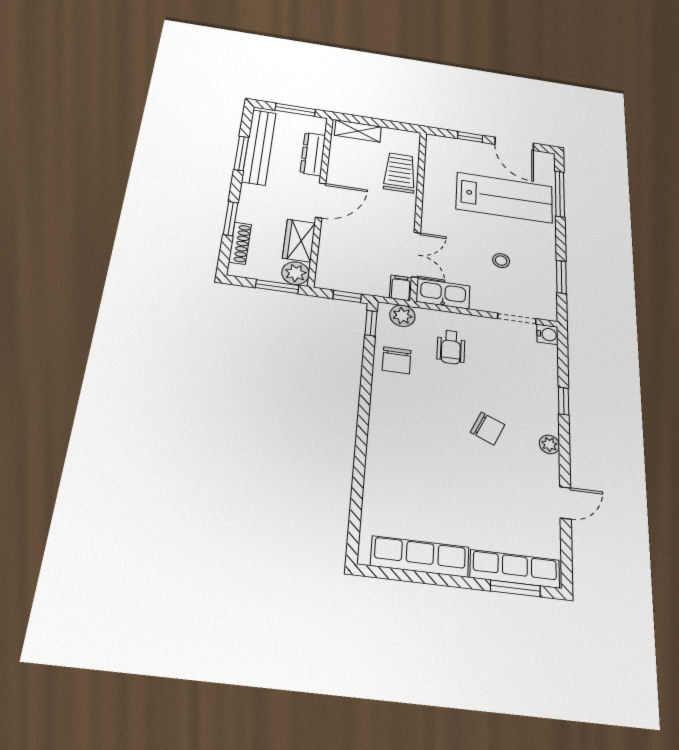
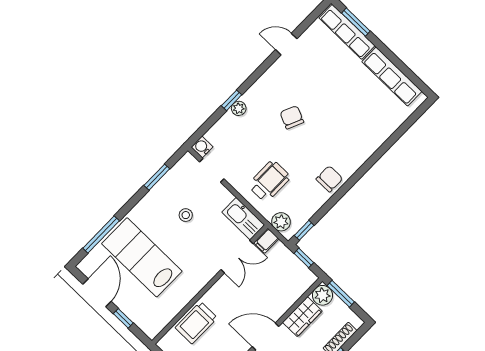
double door: (416, 255) -> (237, 257), swing flipped
wheelchair: (451, 347) -> (269, 181), width x1.36, depth x1.37
chair: (397, 360) -> (329, 179), moved
plant: (549, 444) -> (239, 108), moved

